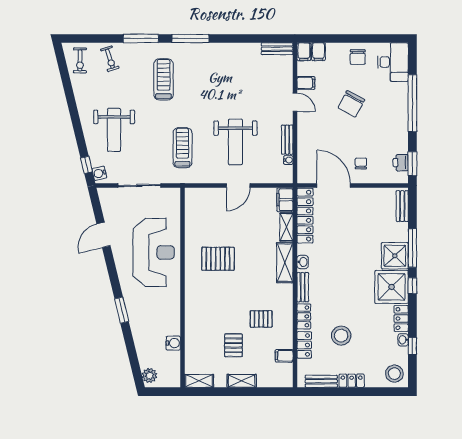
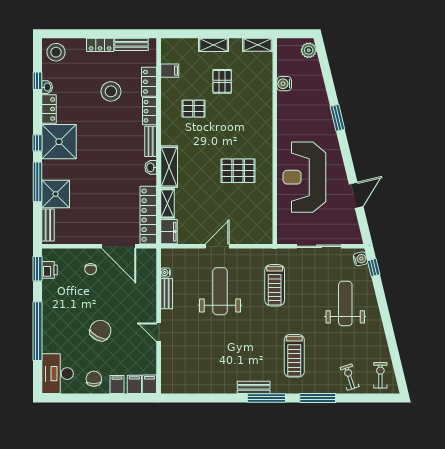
bench: (277, 49) -> (254, 387), moved
filing cabinet: (306, 83) -> (117, 384), moved, turned 90
shower: (395, 256) -> (56, 194), moved

